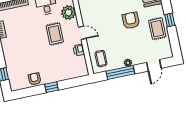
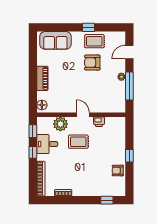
armchair: (131, 21) -> (92, 63), moved
door: (82, 33) -> (83, 115), hinge flipped
coffee table: (101, 59) -> (112, 102), removed
door: (154, 65) -> (129, 52), swing flipped

